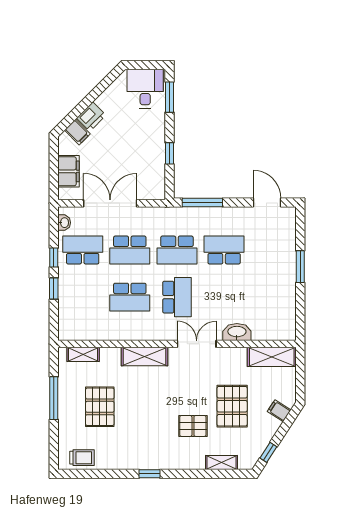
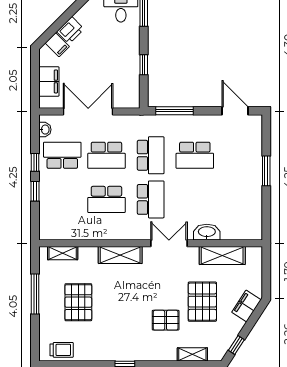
school desk: (177, 250) -> (151, 155), turned -90
school desk: (224, 250) -> (195, 155), turned 180
shelving: (272, 357) -> (222, 255), moved
filing cabinet: (279, 411) -> (246, 306), width x2.00

